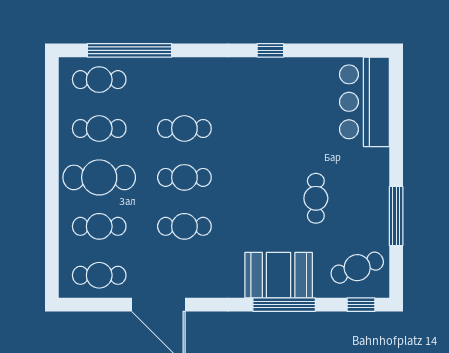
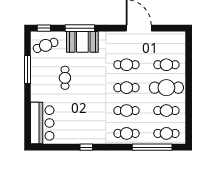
cafe table: (99, 275) -> (127, 133), moved

